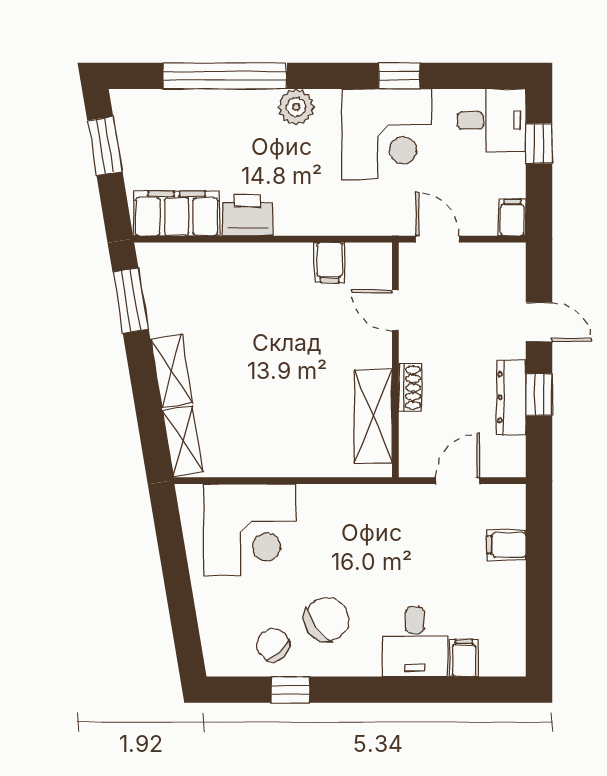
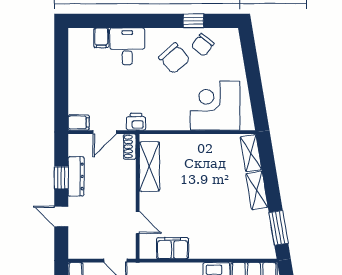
filing cabinet: (330, 262) -> (173, 248), width x2.00
shoe rack: (410, 388) -> (130, 147), moved
printer: (399, 500) -> (136, 122), added
filing cabinet: (506, 545) -> (79, 122), moved
chair: (327, 619) -> (174, 58), turned -94
chair: (273, 645) -> (203, 45), turned 80

